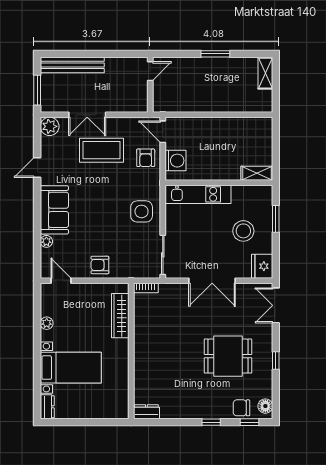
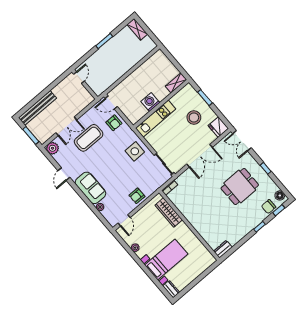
washing machine: (176, 161) -> (150, 102), moved, turned -90
door: (61, 281) -> (124, 220), swing flipped

